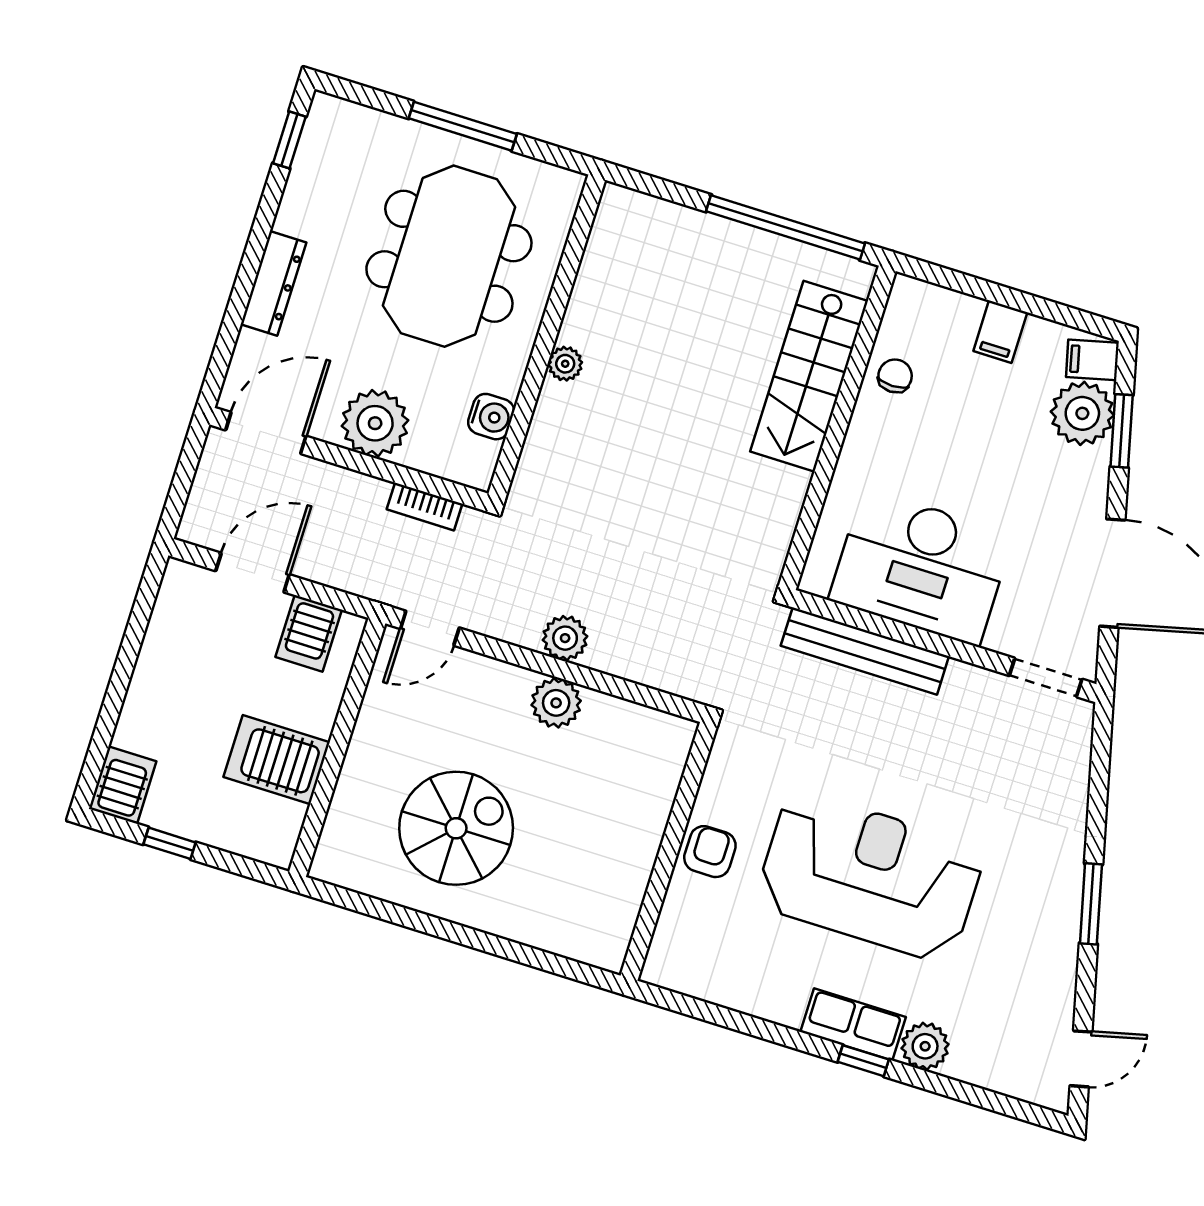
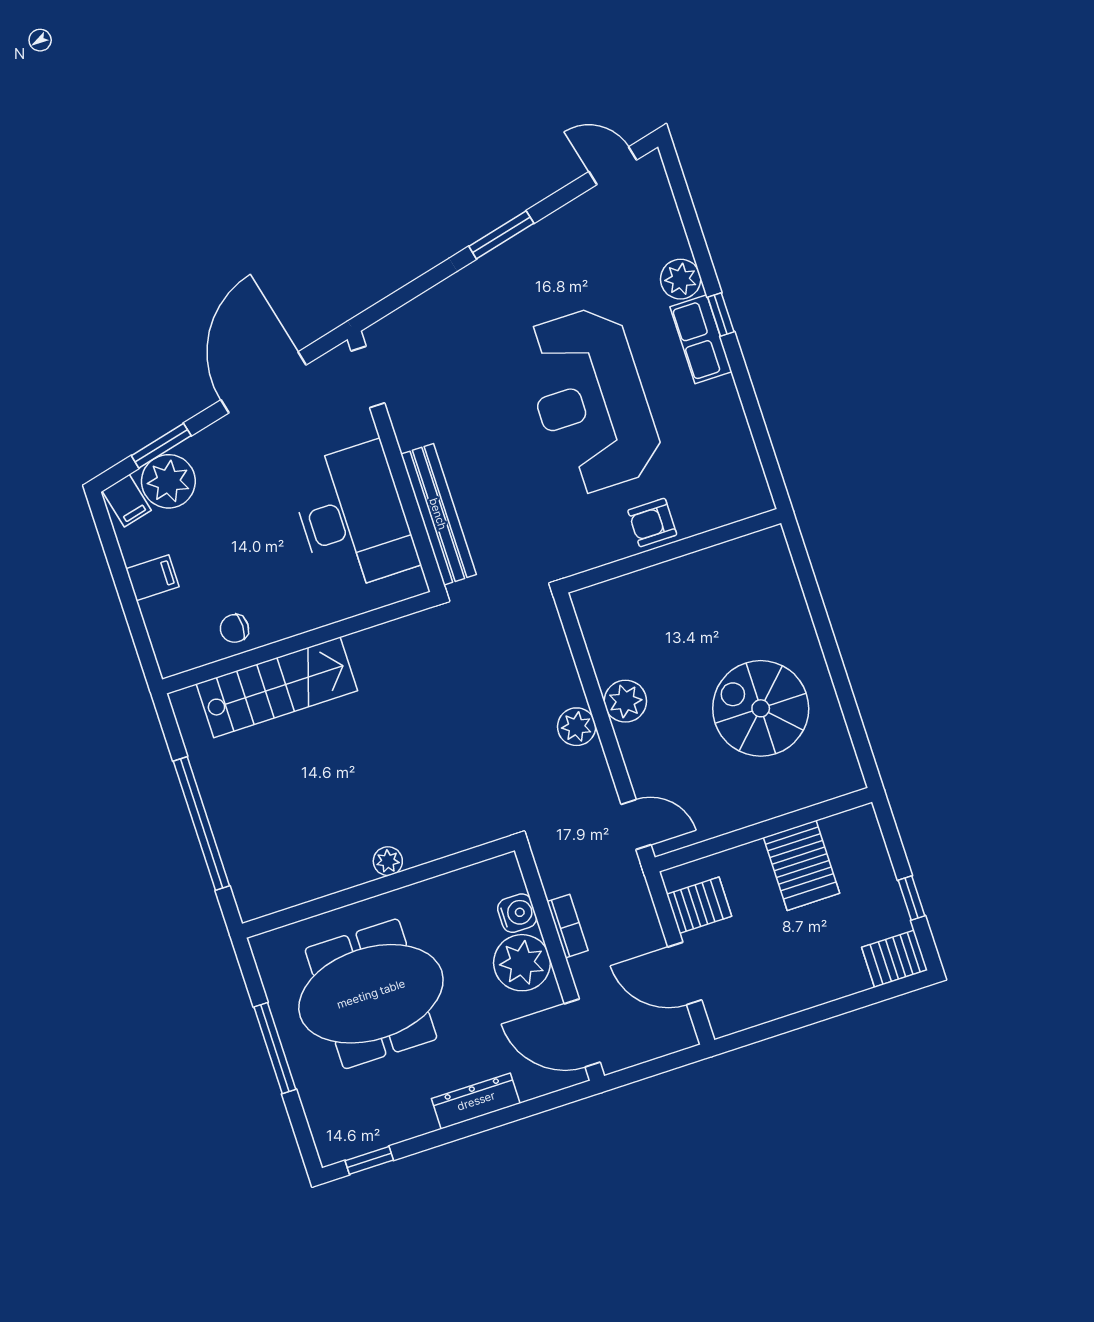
window: (785, 227) -> (201, 824), moved
water cooler: (491, 417) -> (517, 913), moved, turned 90
bookcase: (425, 507) -> (568, 926), moved

